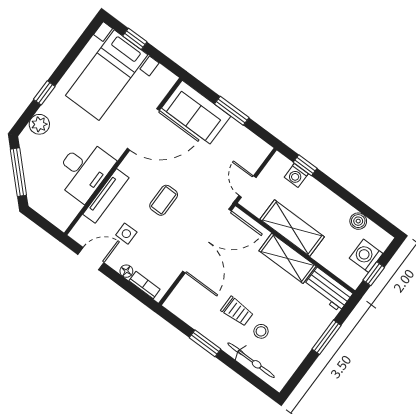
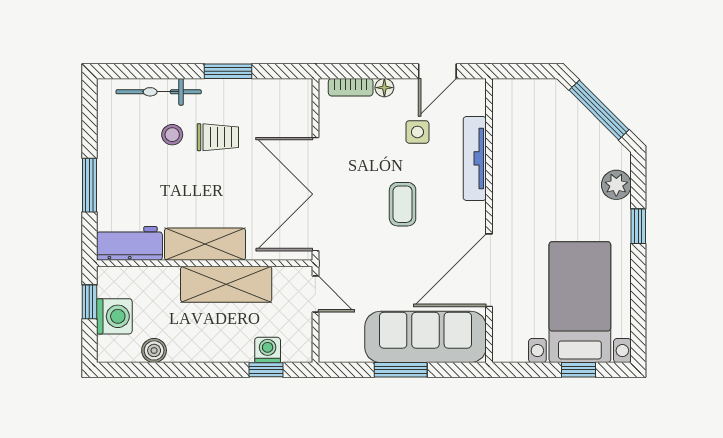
sofa: (196, 112) -> (425, 337), width x1.36
desk: (84, 170) -> (524, 170), removed
trolley: (237, 311) -> (218, 137), turned 180

